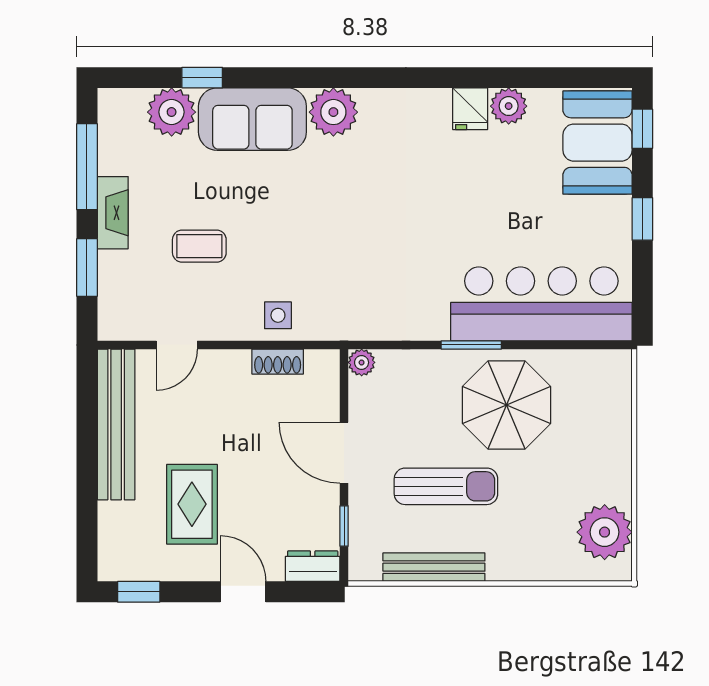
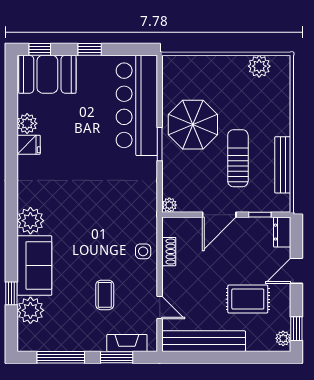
fireplace: (113, 213) -> (127, 343), moved
plant: (605, 532) -> (259, 66), width x0.73, depth x0.73
plant: (121, 568) -> (283, 338), added

